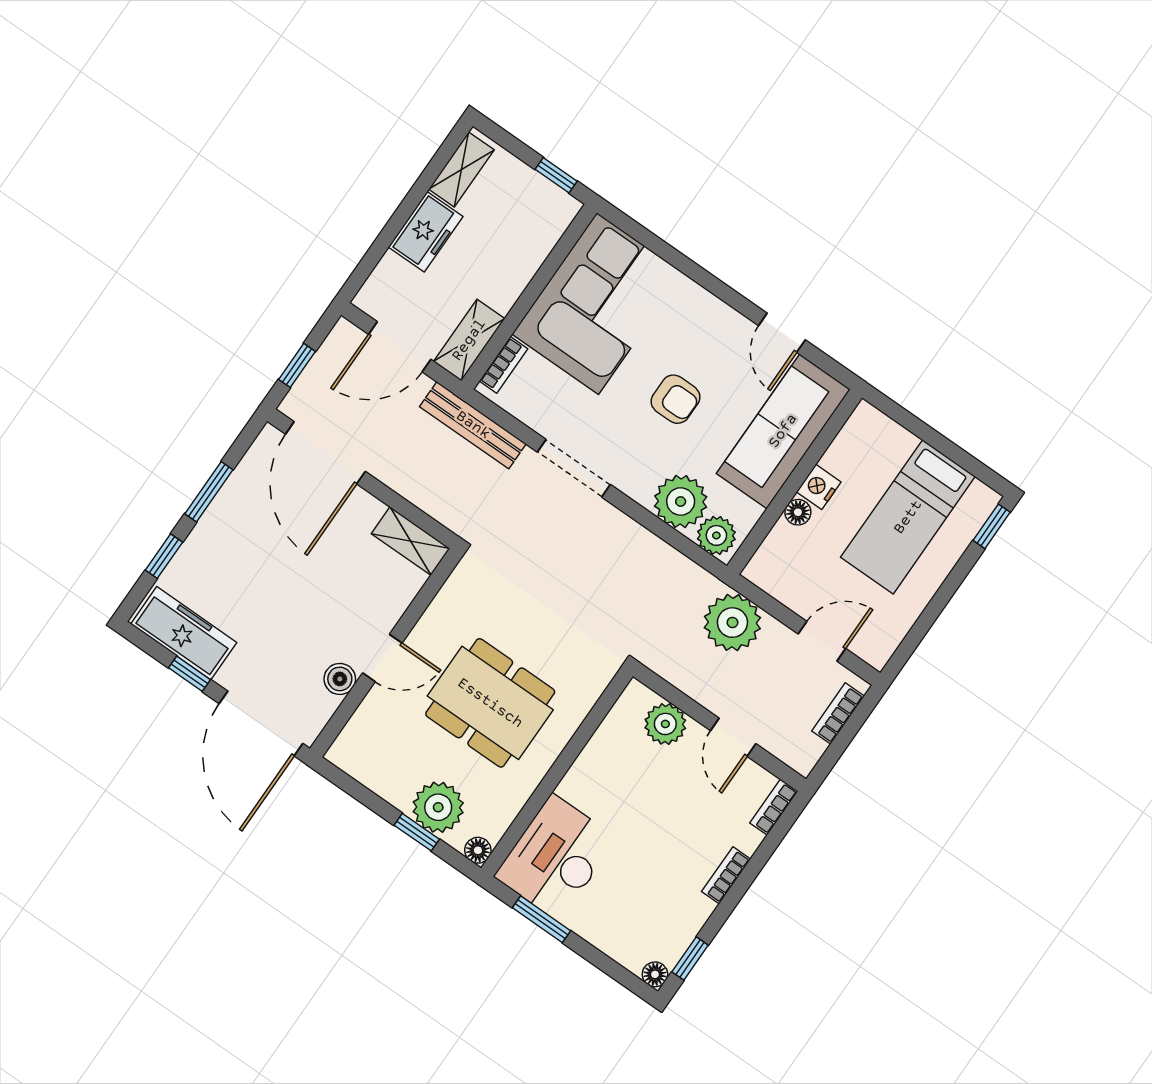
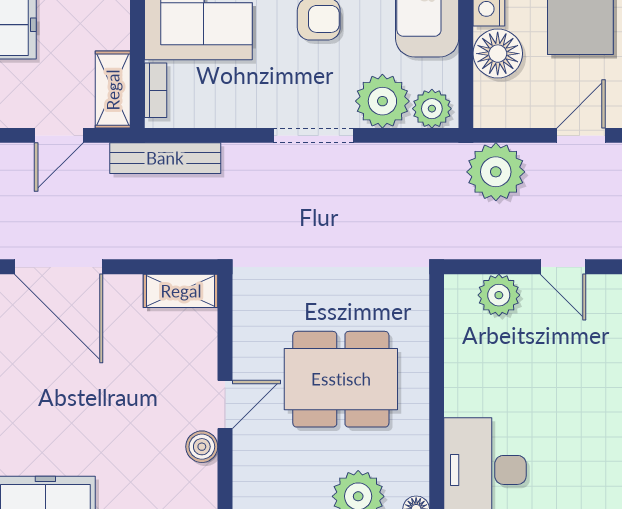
door: (400, 347) -> (59, 135), width x0.73
doorway: (574, 468) -> (314, 135), moved
floor lamp: (798, 512) -> (498, 54), width x1.89, depth x1.89

